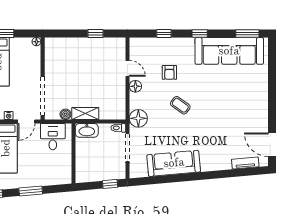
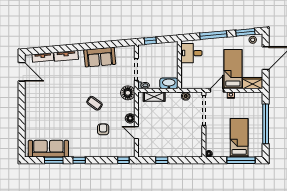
window: (164, 34) -> (123, 160), moved
window: (247, 34) -> (54, 160), moved
sofa: (229, 51) -> (48, 149), width x0.74, depth x0.79
shelving: (85, 114) -> (154, 97), moved
desk: (53, 137) -> (191, 53), moved, turned 90
sofa: (174, 163) -> (100, 57), width x0.73
tv unit: (216, 165) -> (66, 56), added
window: (31, 191) -> (213, 35), width x1.44

